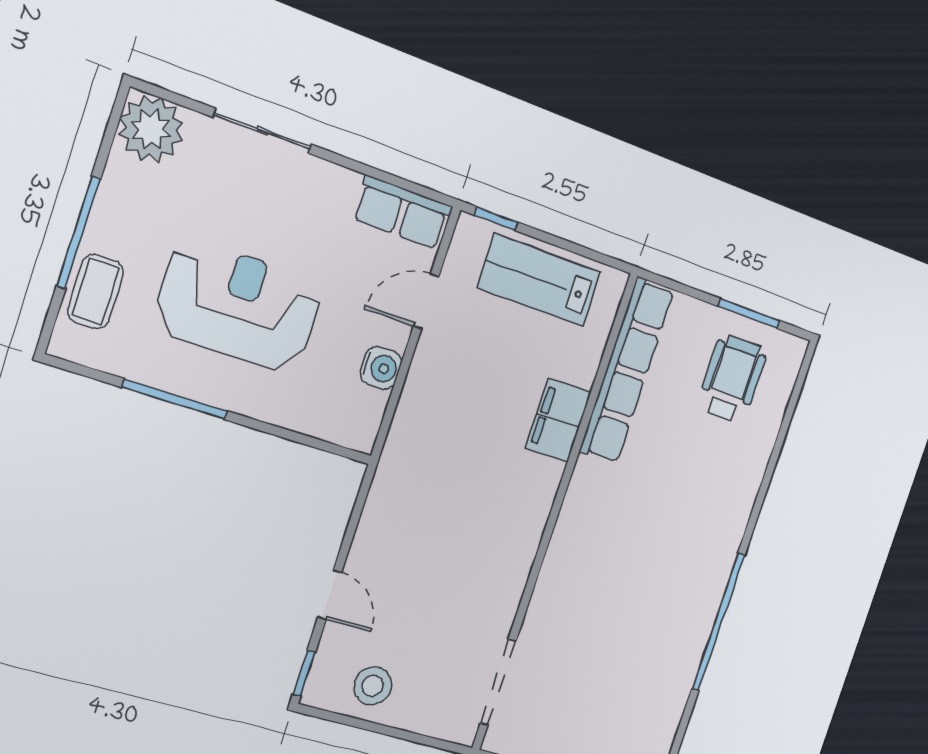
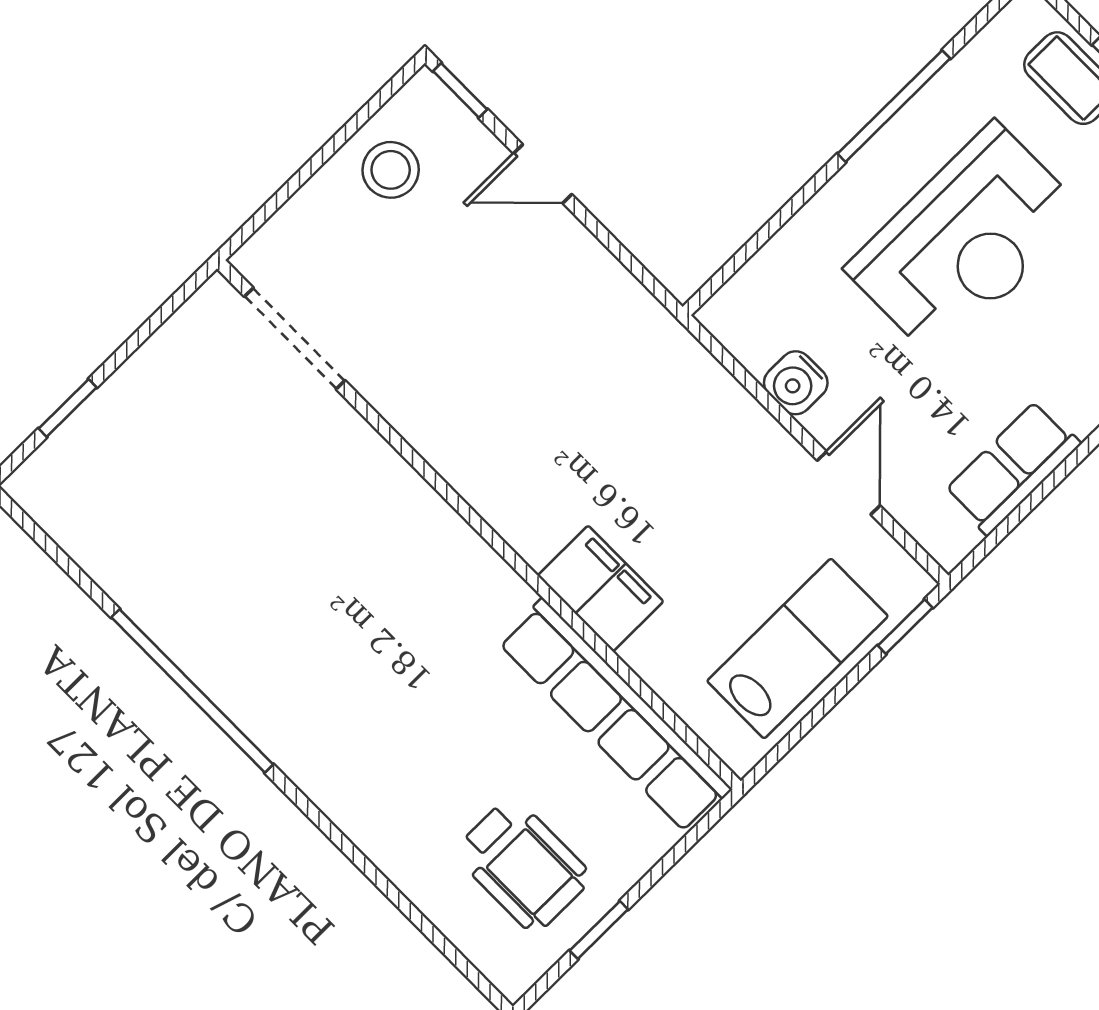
row of seats: (402, 212) -> (1012, 468), moved
window: (749, 313) -> (599, 930), width x0.67

